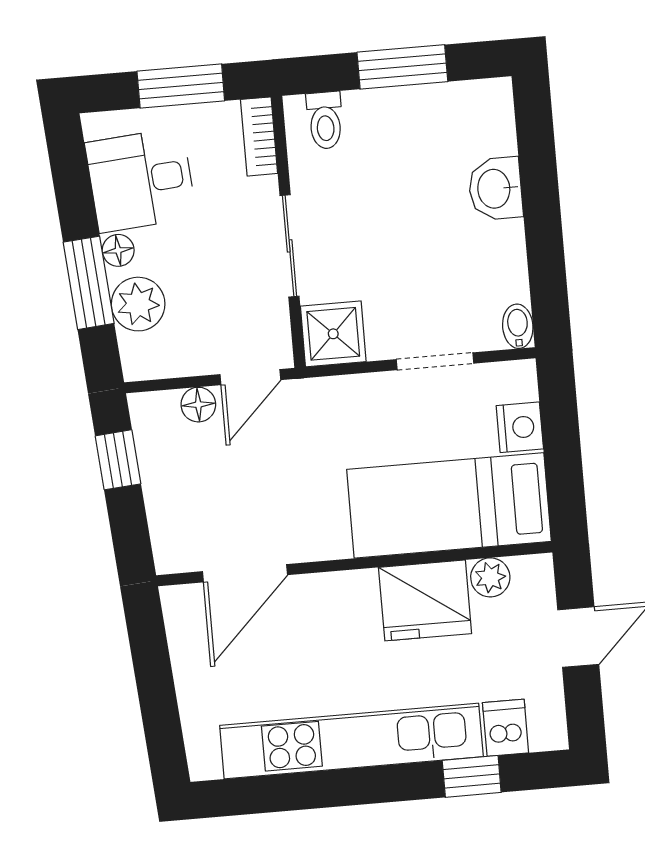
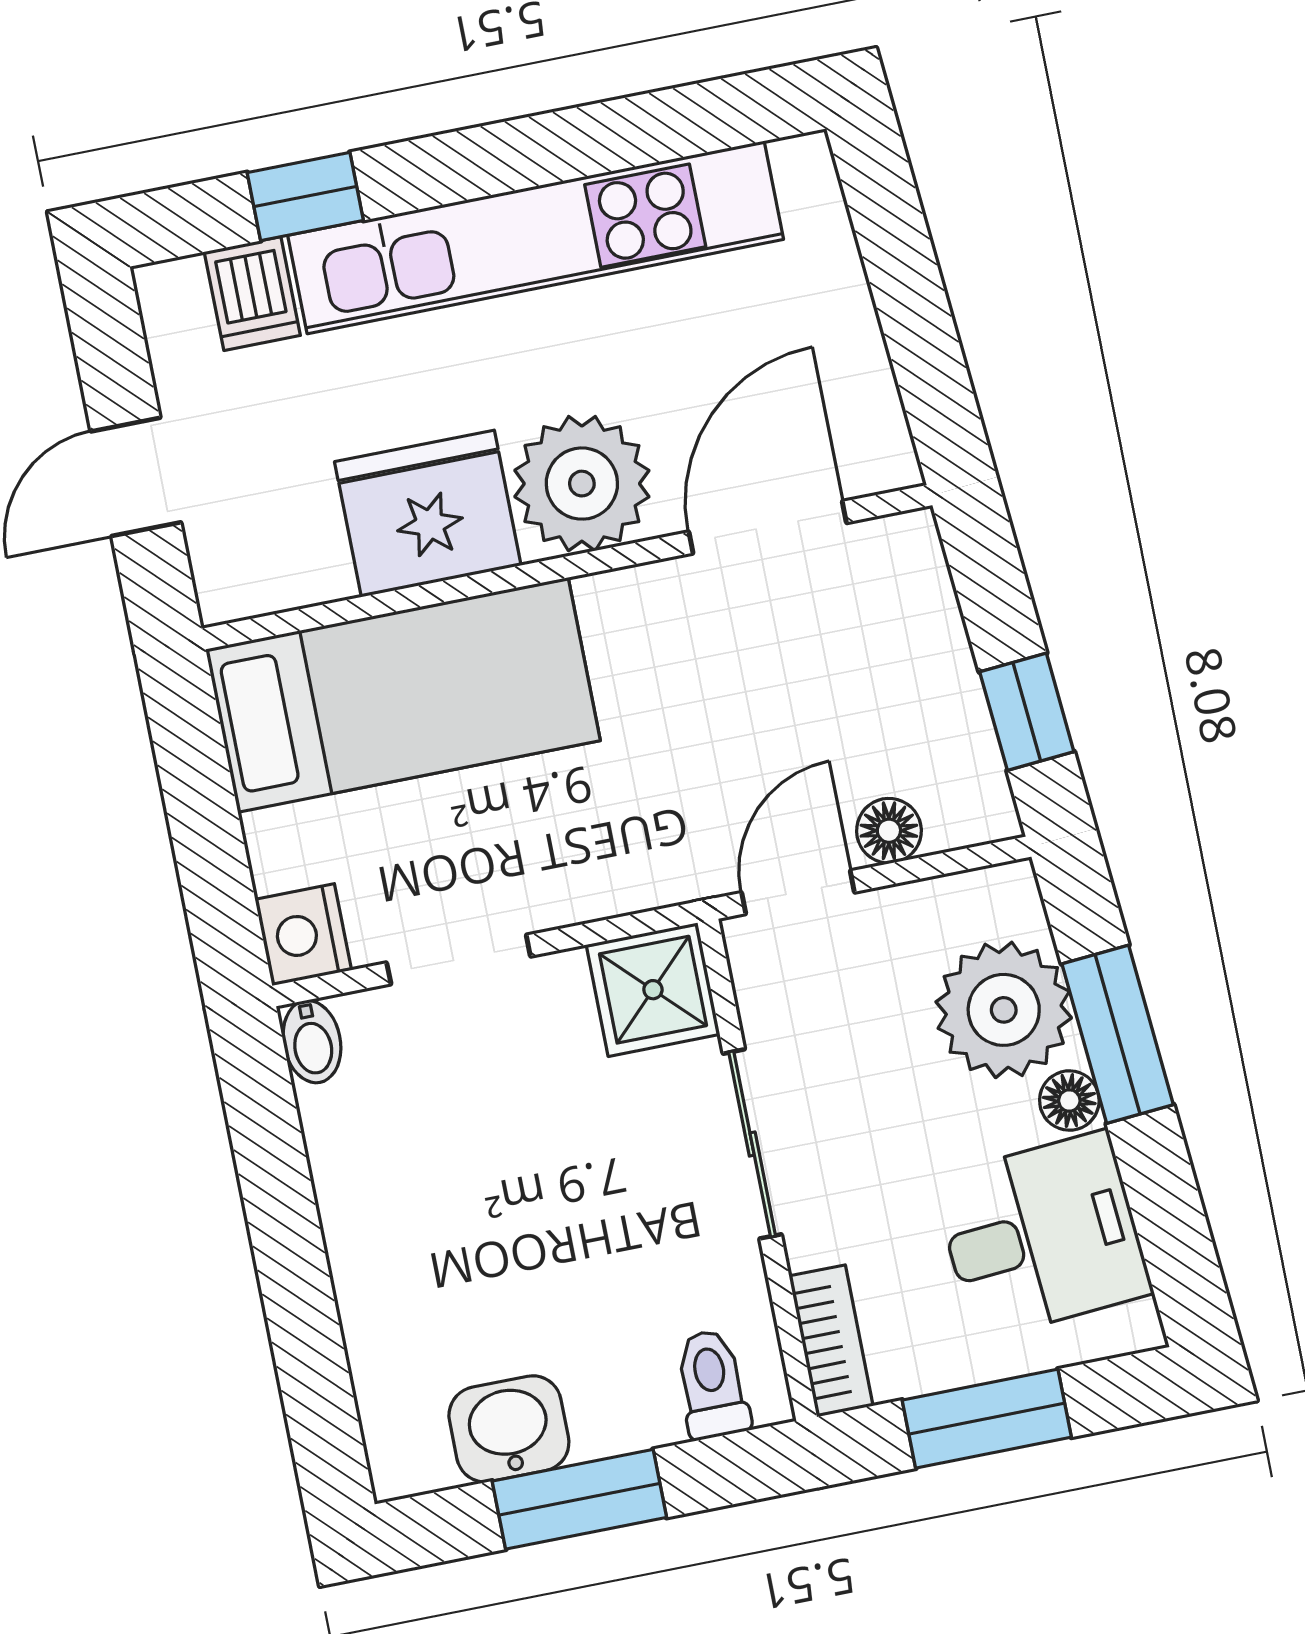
washbasin: (495, 189) -> (509, 1429), moved, turned -90
plant: (138, 304) -> (1004, 1010), width x1.36, depth x1.36
nightstand: (520, 427) -> (303, 935), moved
plant: (490, 577) -> (582, 484), moved, width x1.87, depth x1.87

